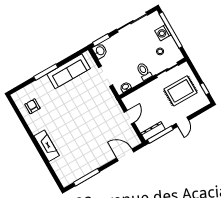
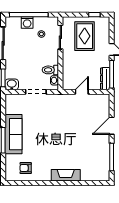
sofa: (68, 71) -> (14, 134), moved
toilet: (144, 71) -> (50, 70), moved
door: (129, 117) -> (82, 92), hinge flipped
door: (125, 155) -> (112, 126), moved

